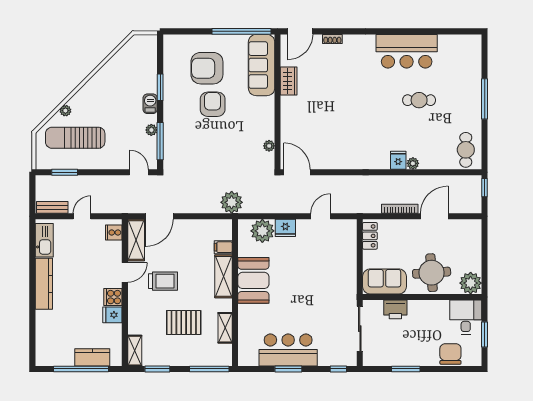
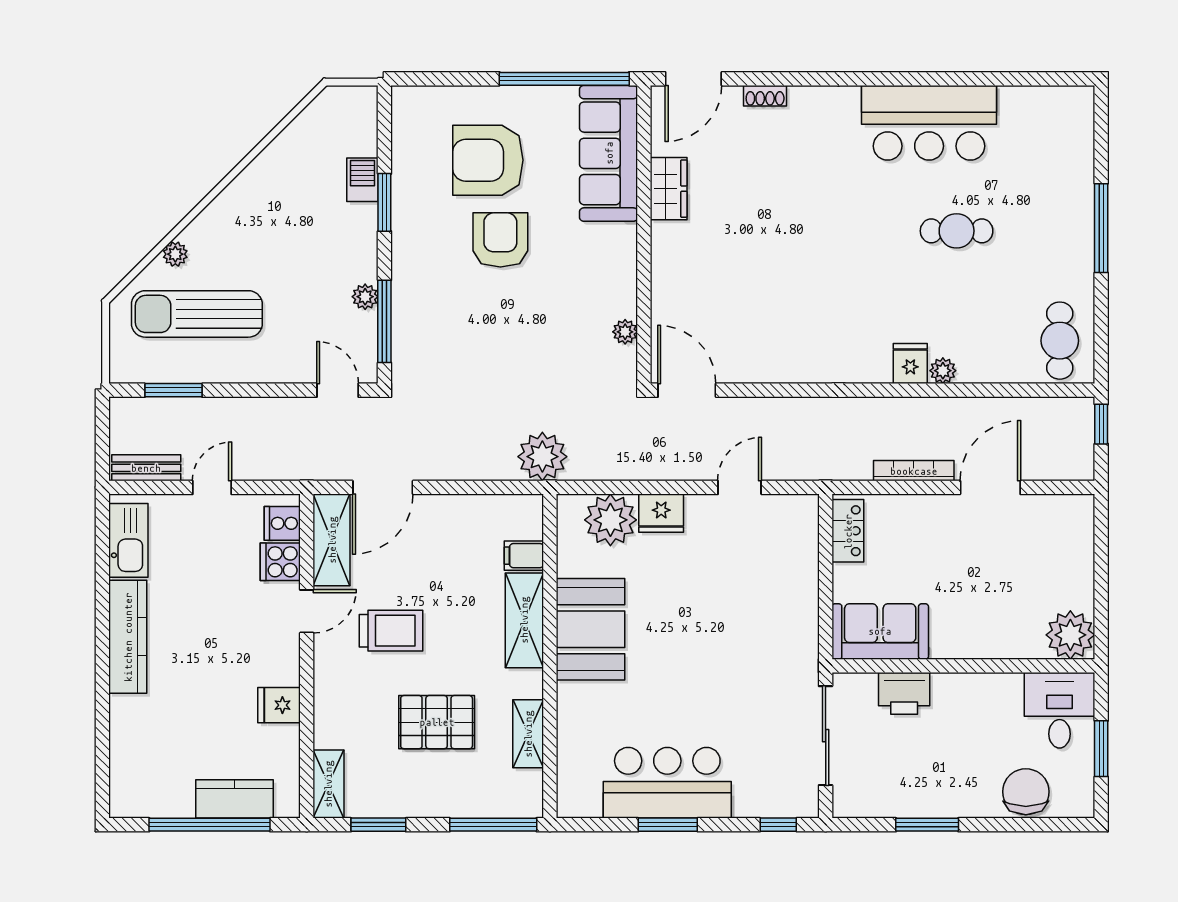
barbecue: (150, 104) -> (362, 180), moved
round table: (432, 273) -> (984, 612), removed
cooker: (113, 297) -> (280, 562), moved

